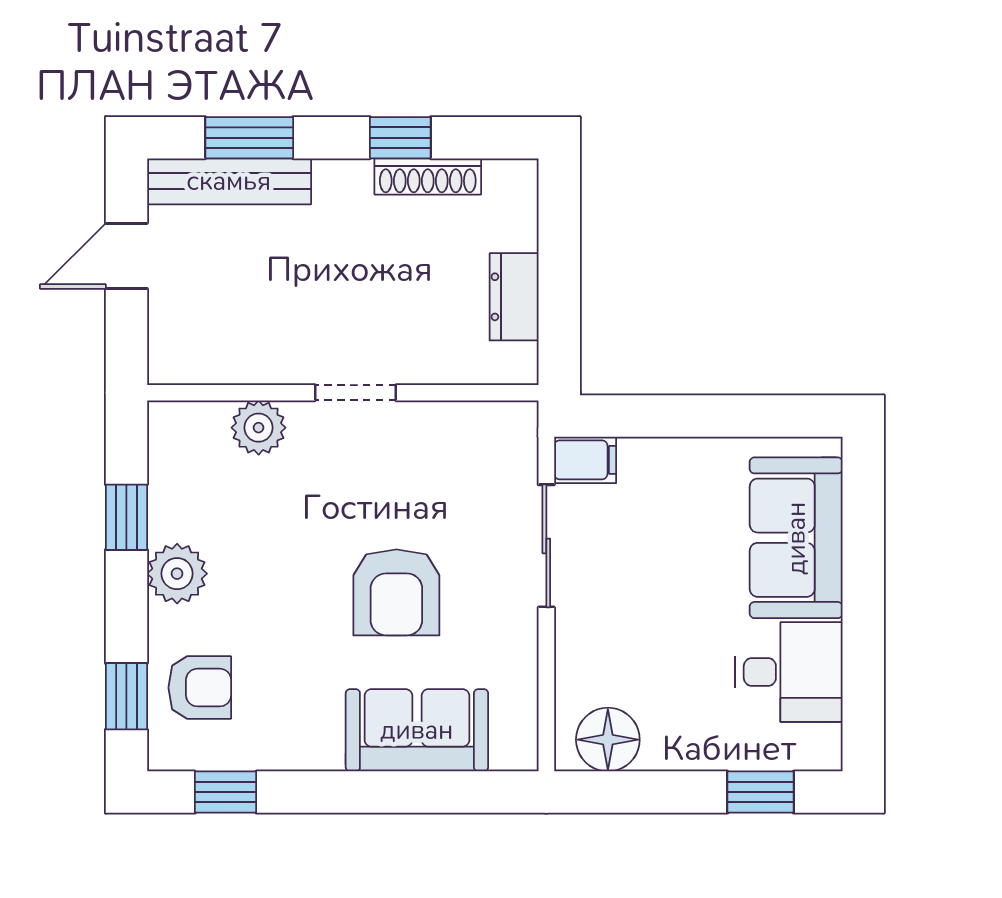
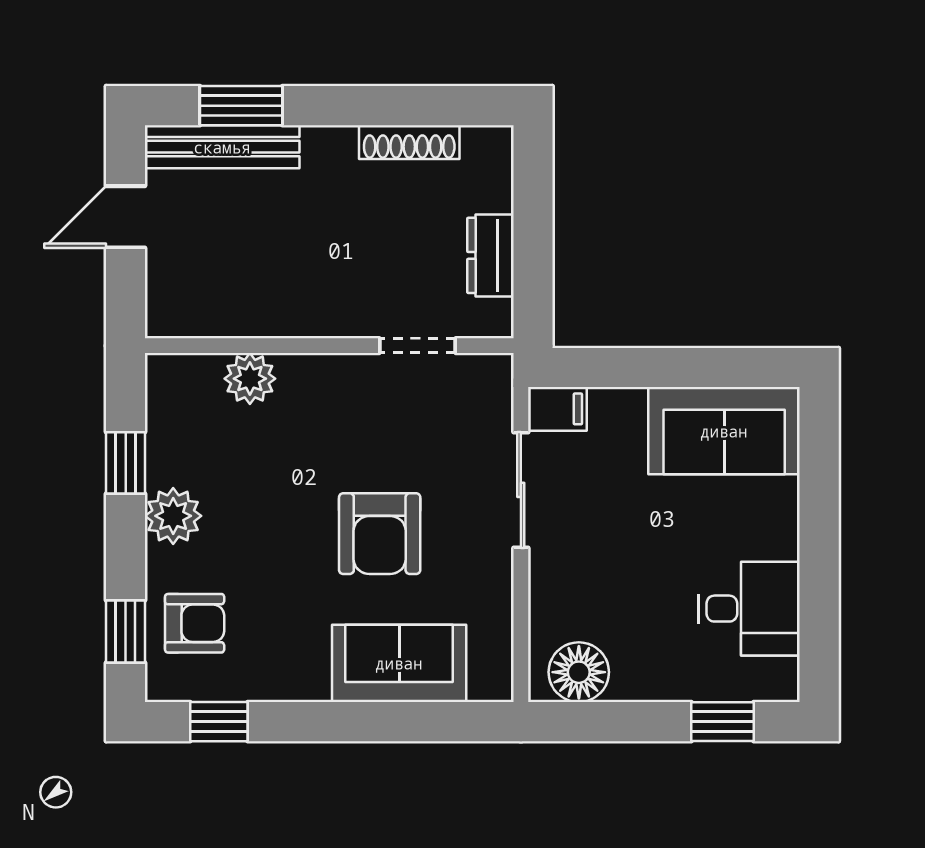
window: (400, 138) -> (383, 106), removed
doorway: (356, 393) -> (417, 346), moved
sofa: (796, 538) -> (724, 431), moved, turned -90

